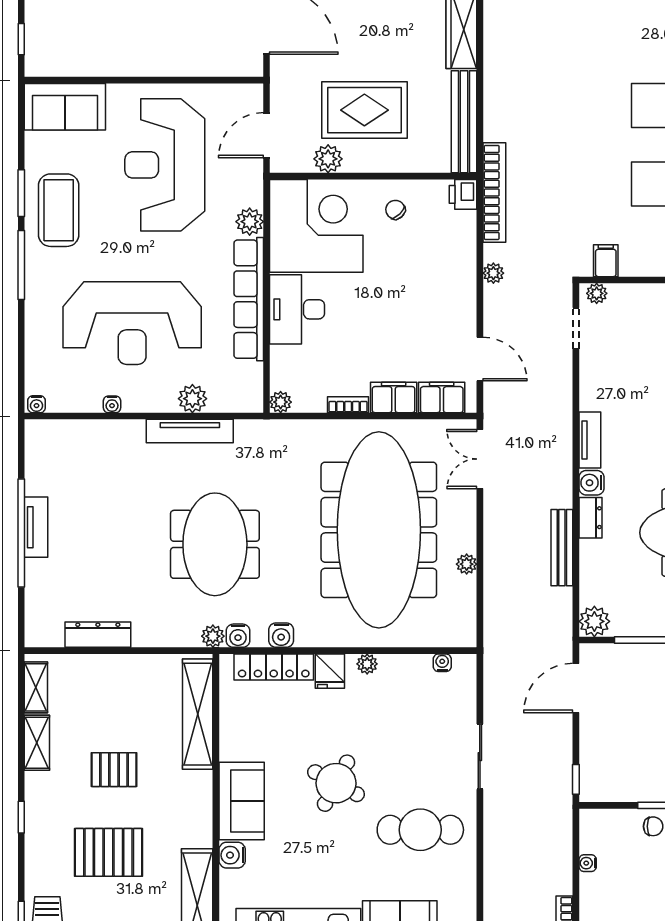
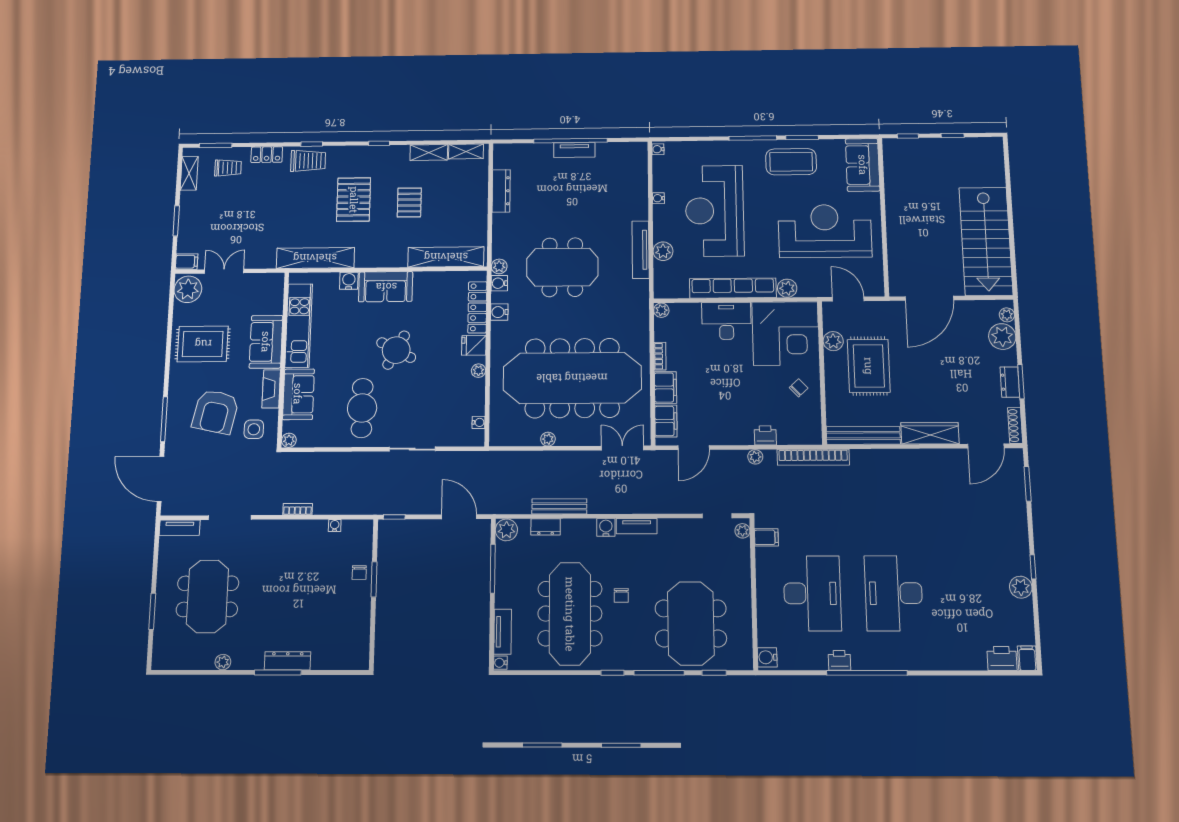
printer: (463, 194) -> (765, 435), moved
dresser: (590, 518) -> (546, 527), moved

